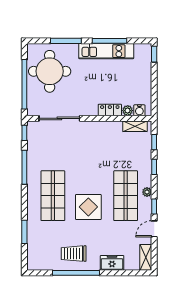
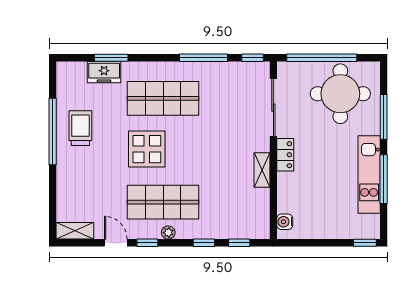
locker: (110, 110) -> (285, 155), moved
plant: (128, 111) -> (284, 205), removed
shelving: (135, 126) -> (262, 170), moved
freezer: (112, 263) -> (104, 72), moved, turned 90

